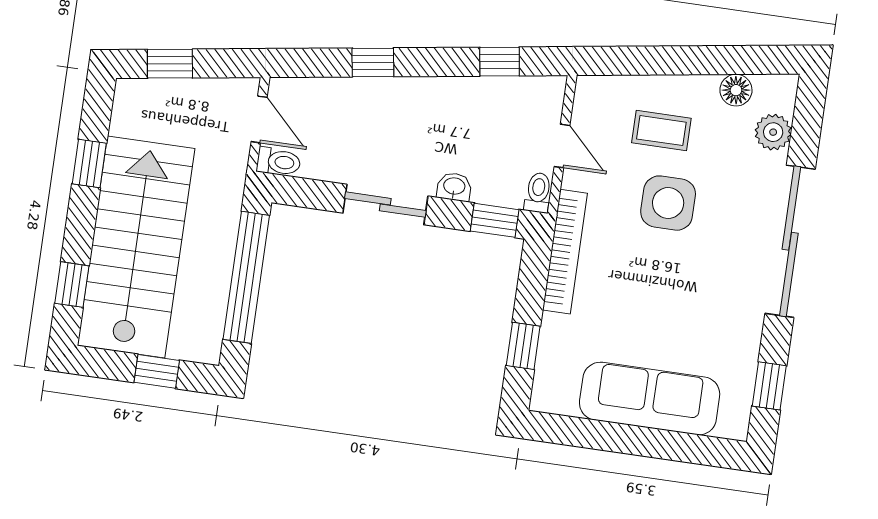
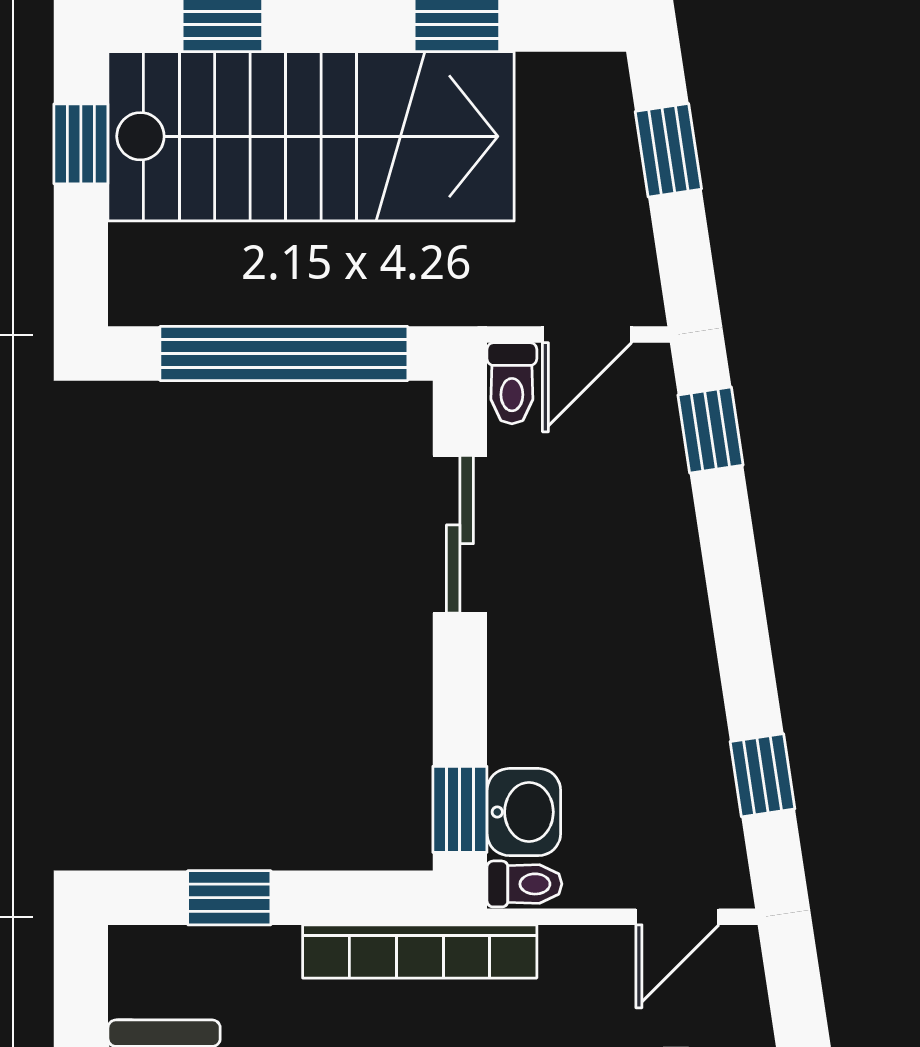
window: (373, 62) -> (710, 430), moved
door: (562, 146) -> (677, 917), moved
washbasin: (454, 187) -> (524, 812), moved, width x1.38, depth x1.45
sliding door: (385, 205) -> (460, 534), moved
window: (157, 371) -> (81, 144), moved

